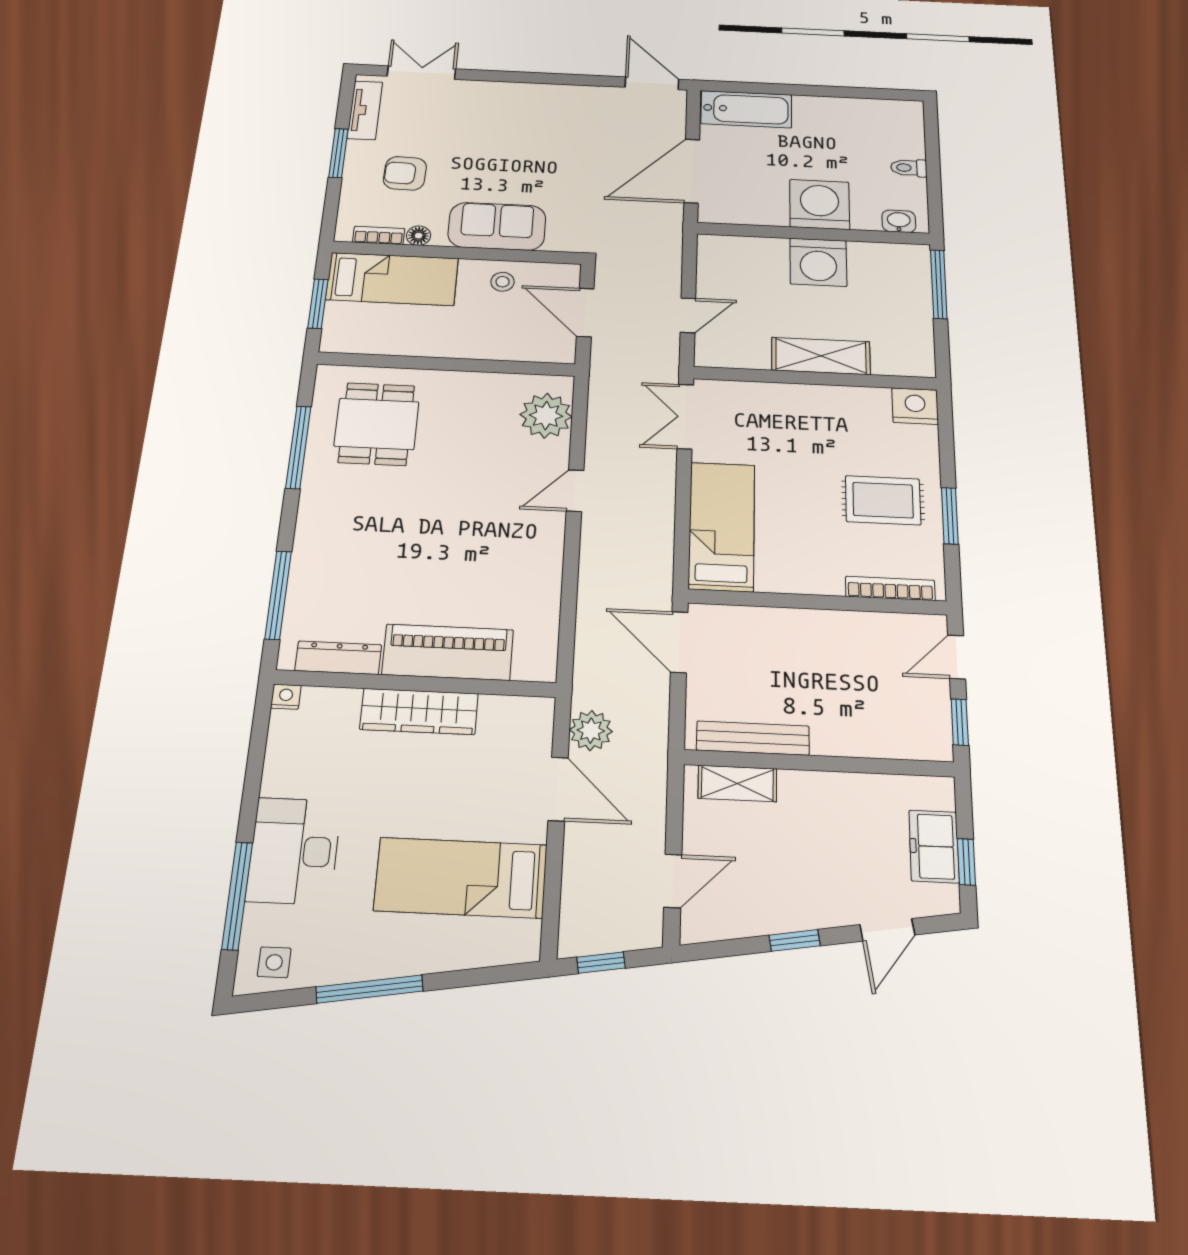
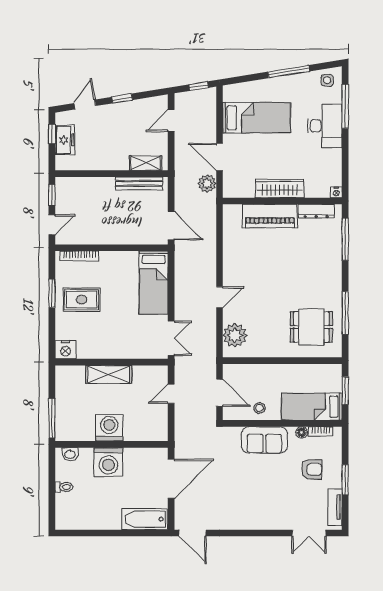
dining table: (377, 424) -> (311, 327), turned 90

